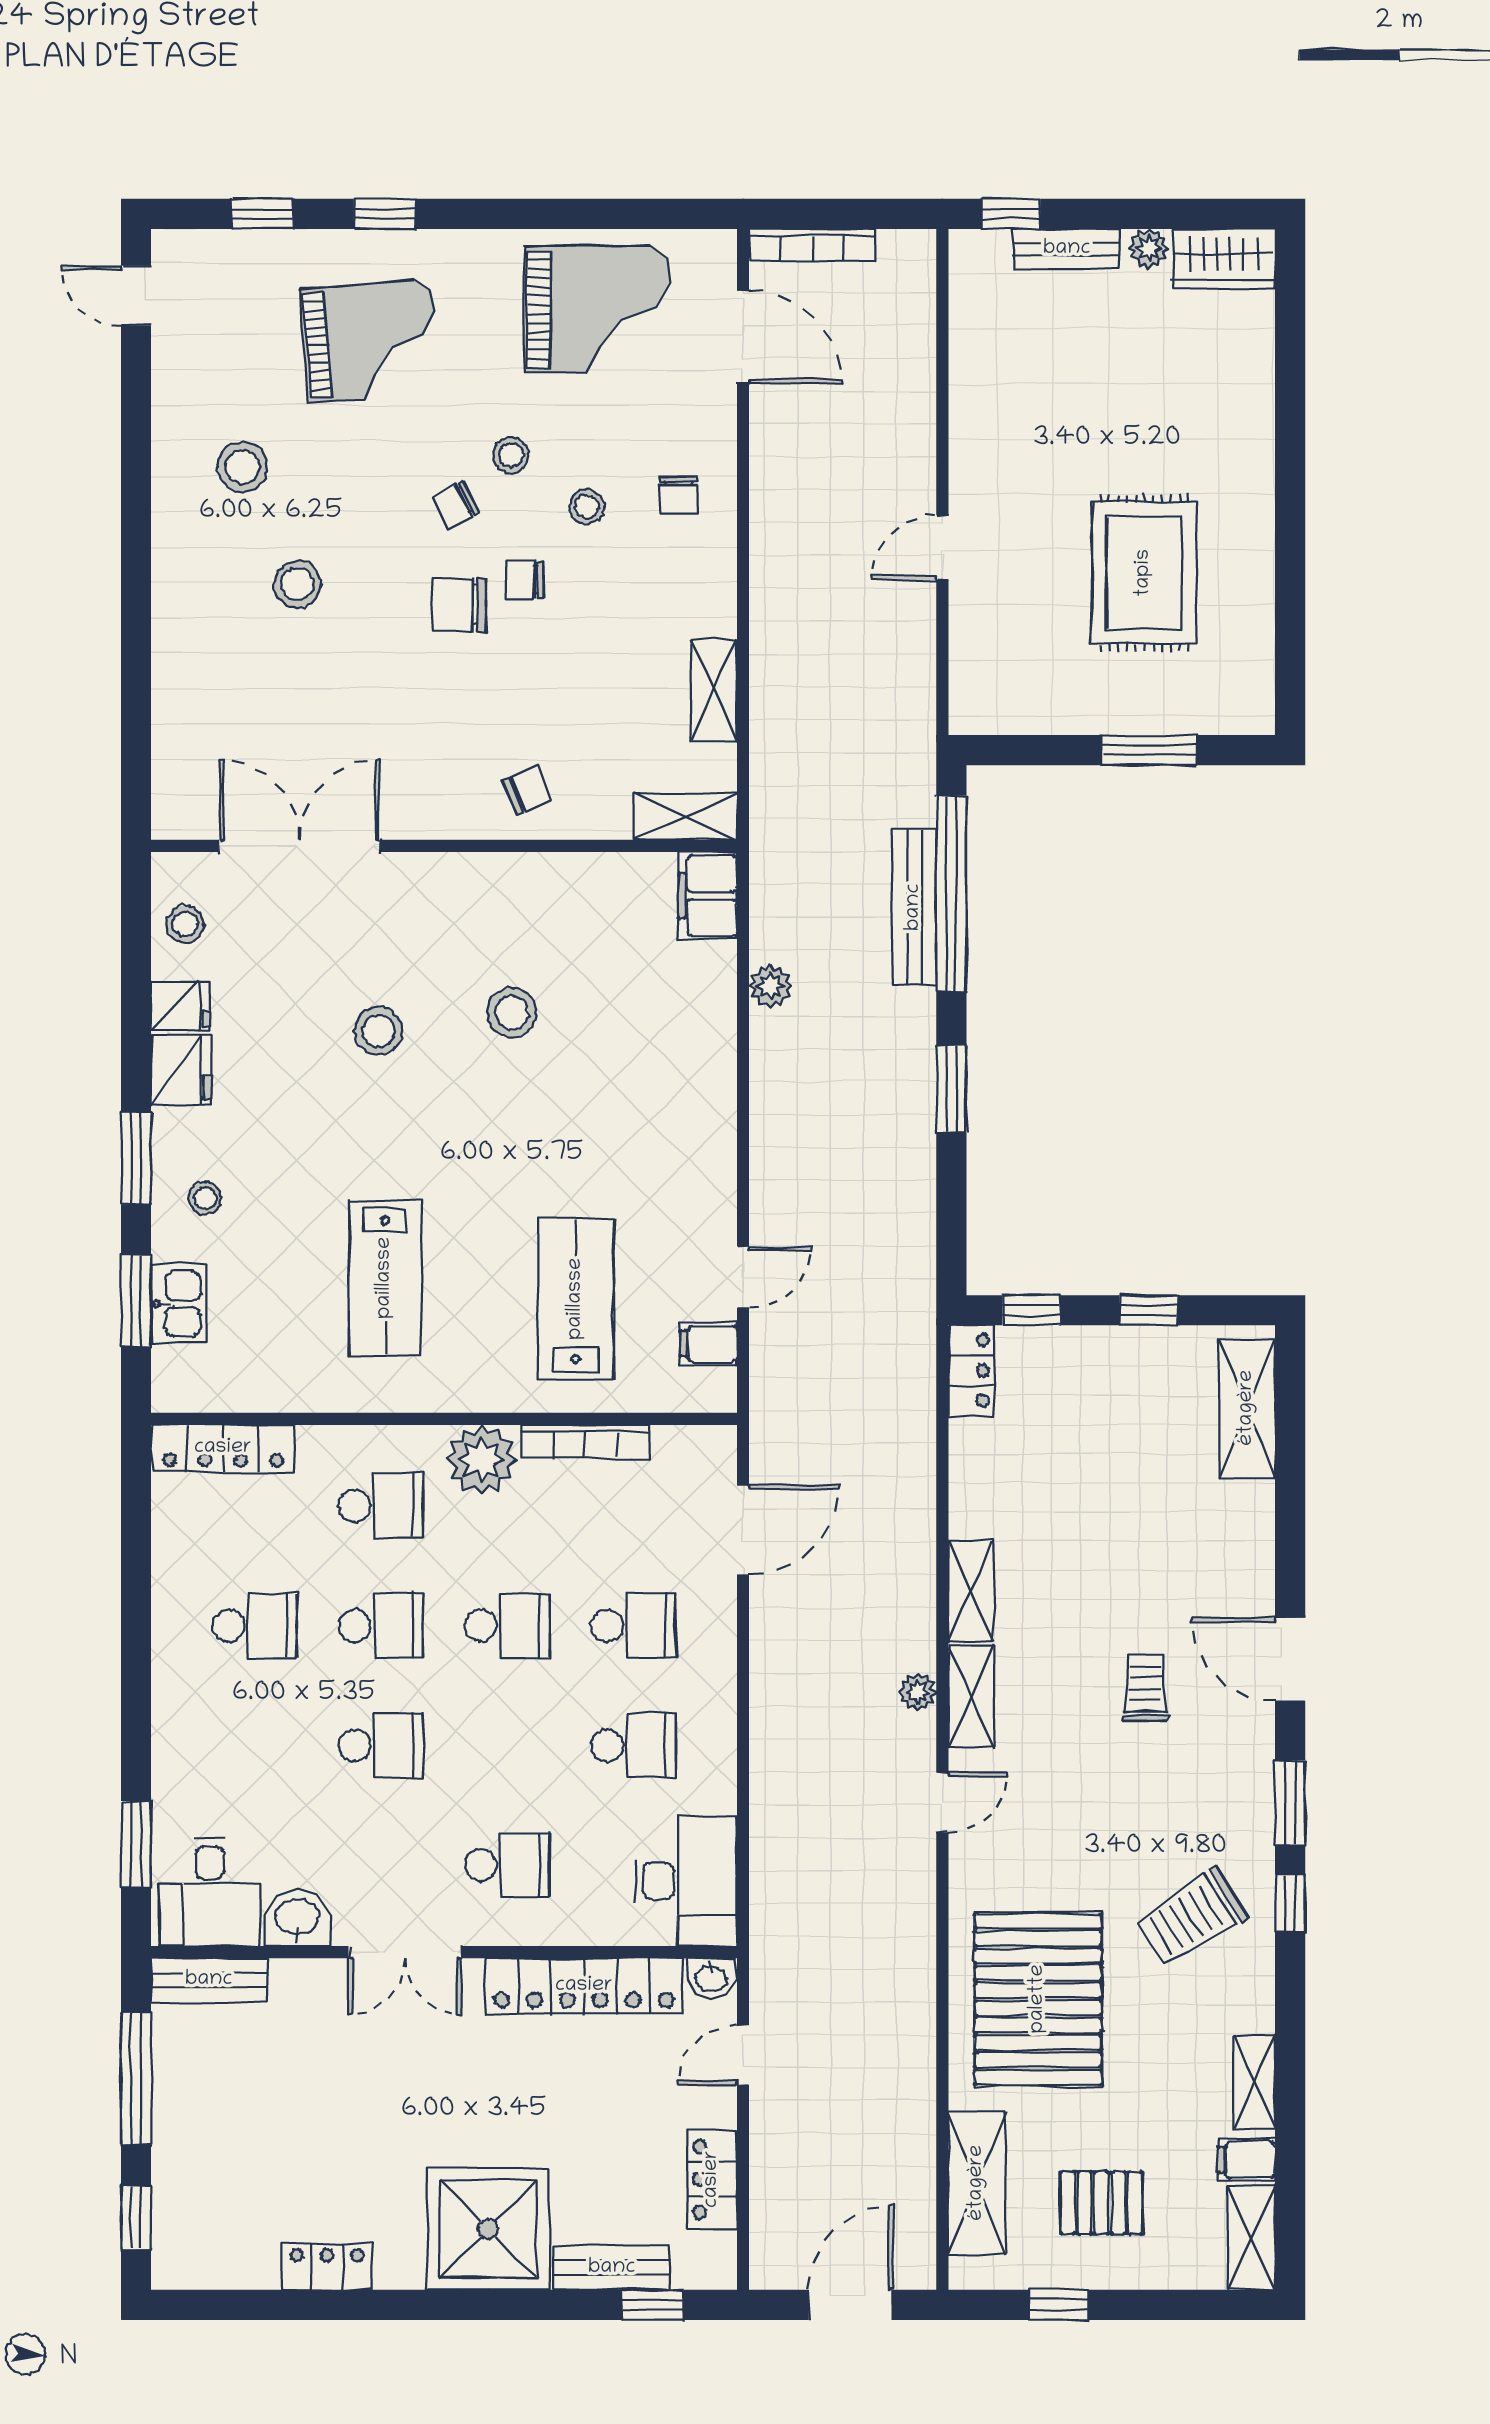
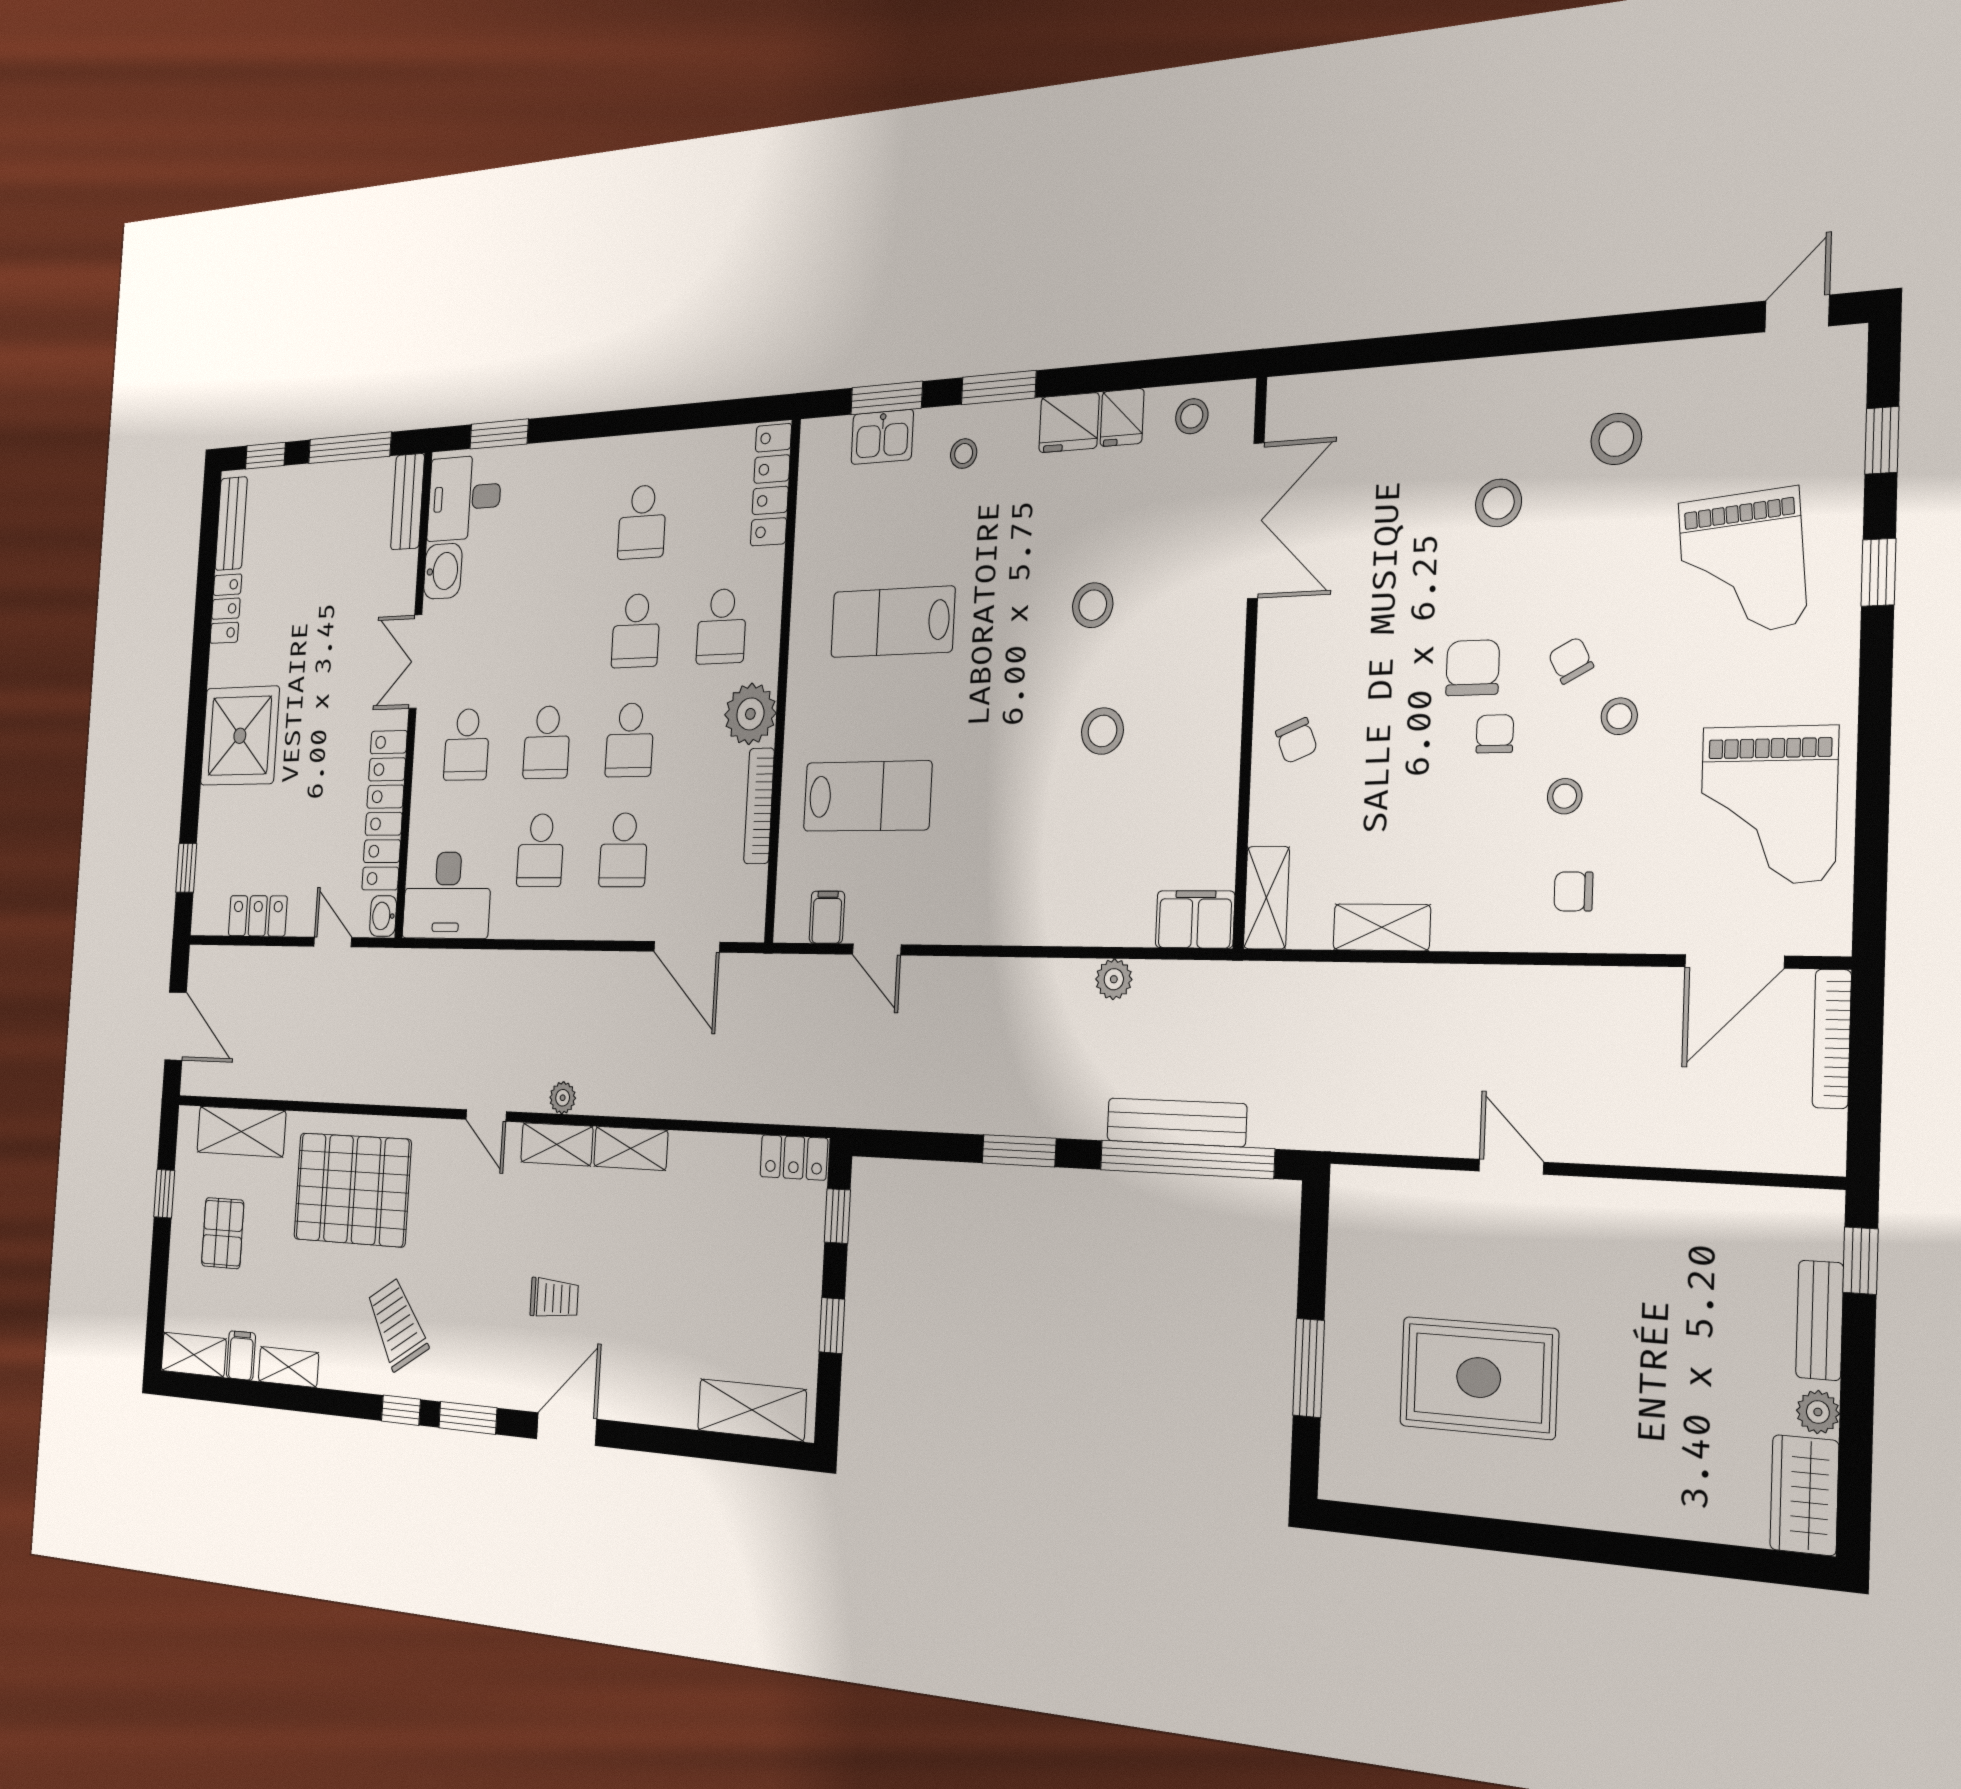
school desk: (381, 1745) -> (547, 742), moved
bench: (612, 2268) -> (231, 524), moved

